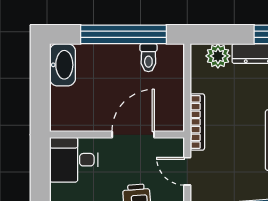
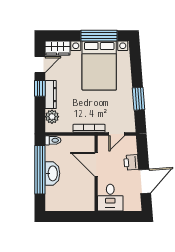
toilet: (148, 58) -> (53, 140), moved
washbasin: (63, 65) -> (52, 173), moved, turned 90

